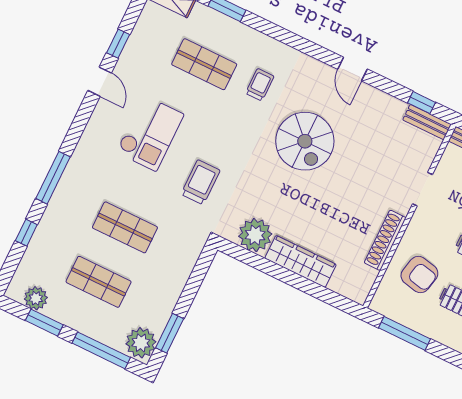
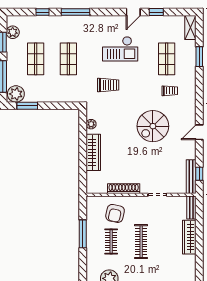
bench: (427, 122) -> (191, 177), width x1.36
plant: (255, 235) -> (91, 124), width x0.53, depth x0.53
window: (404, 333) -> (83, 234), moved

